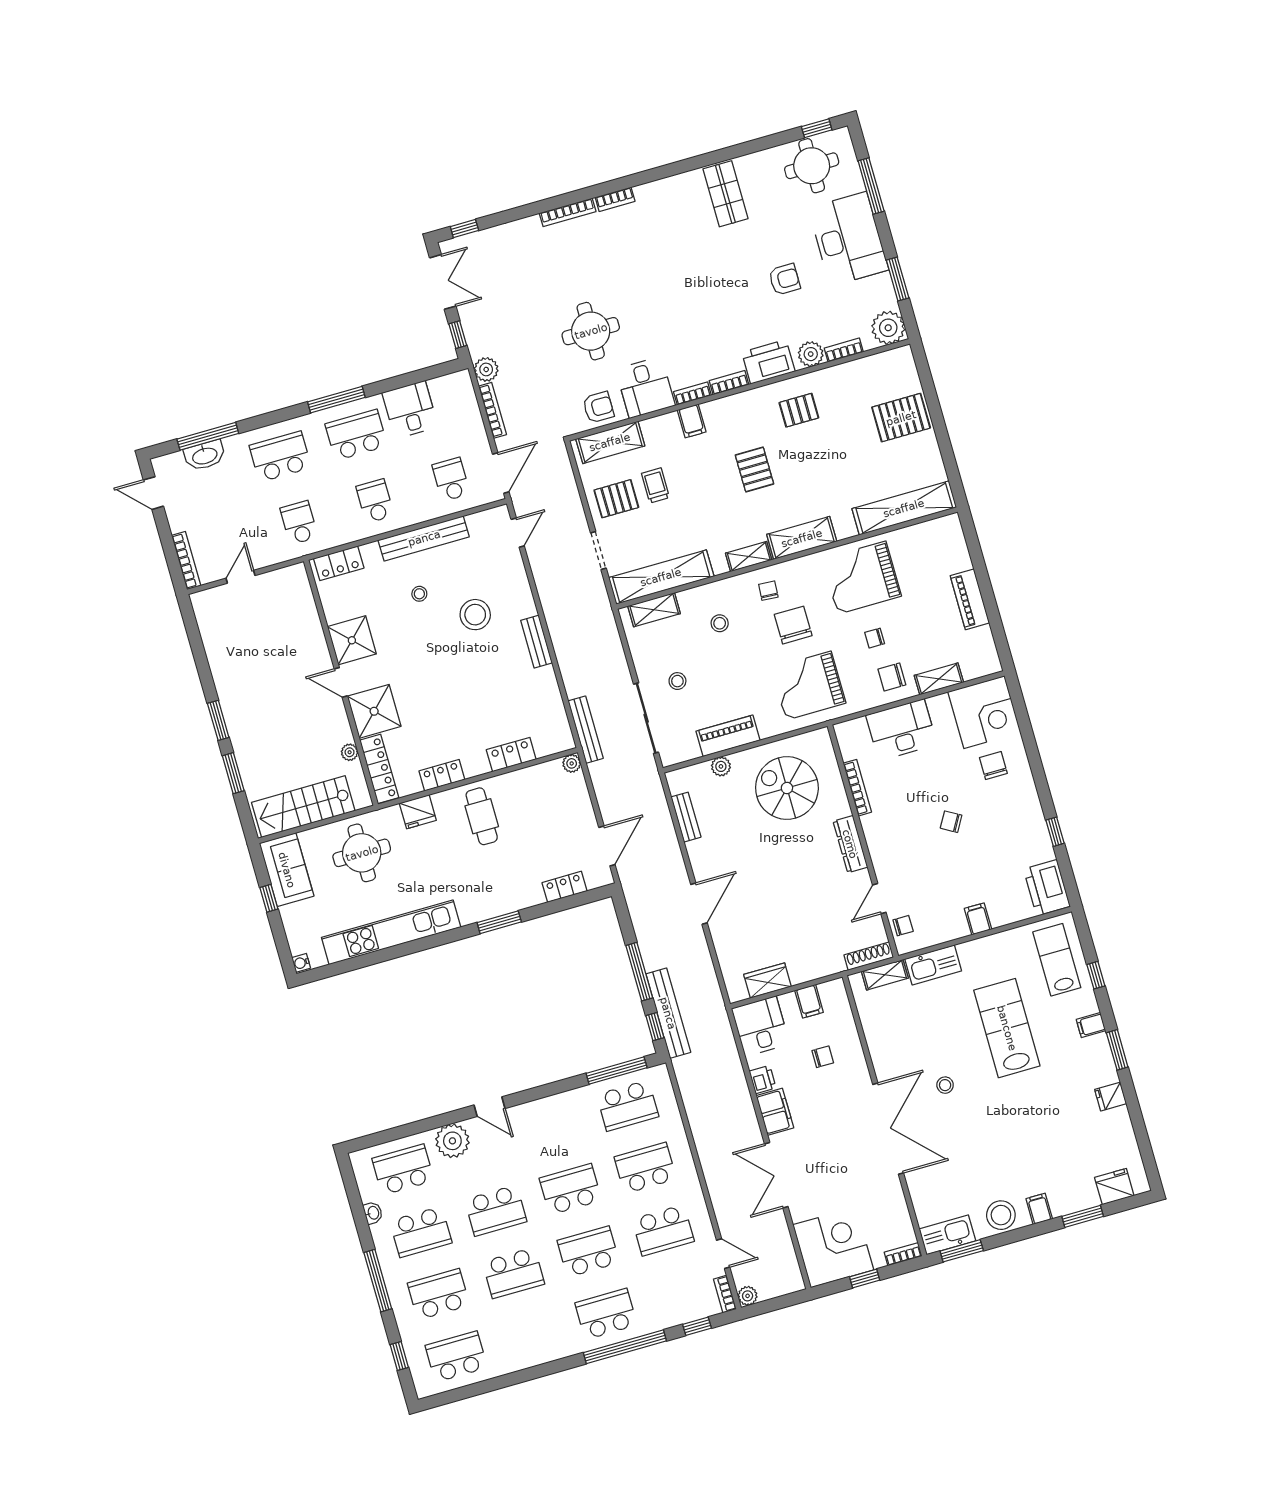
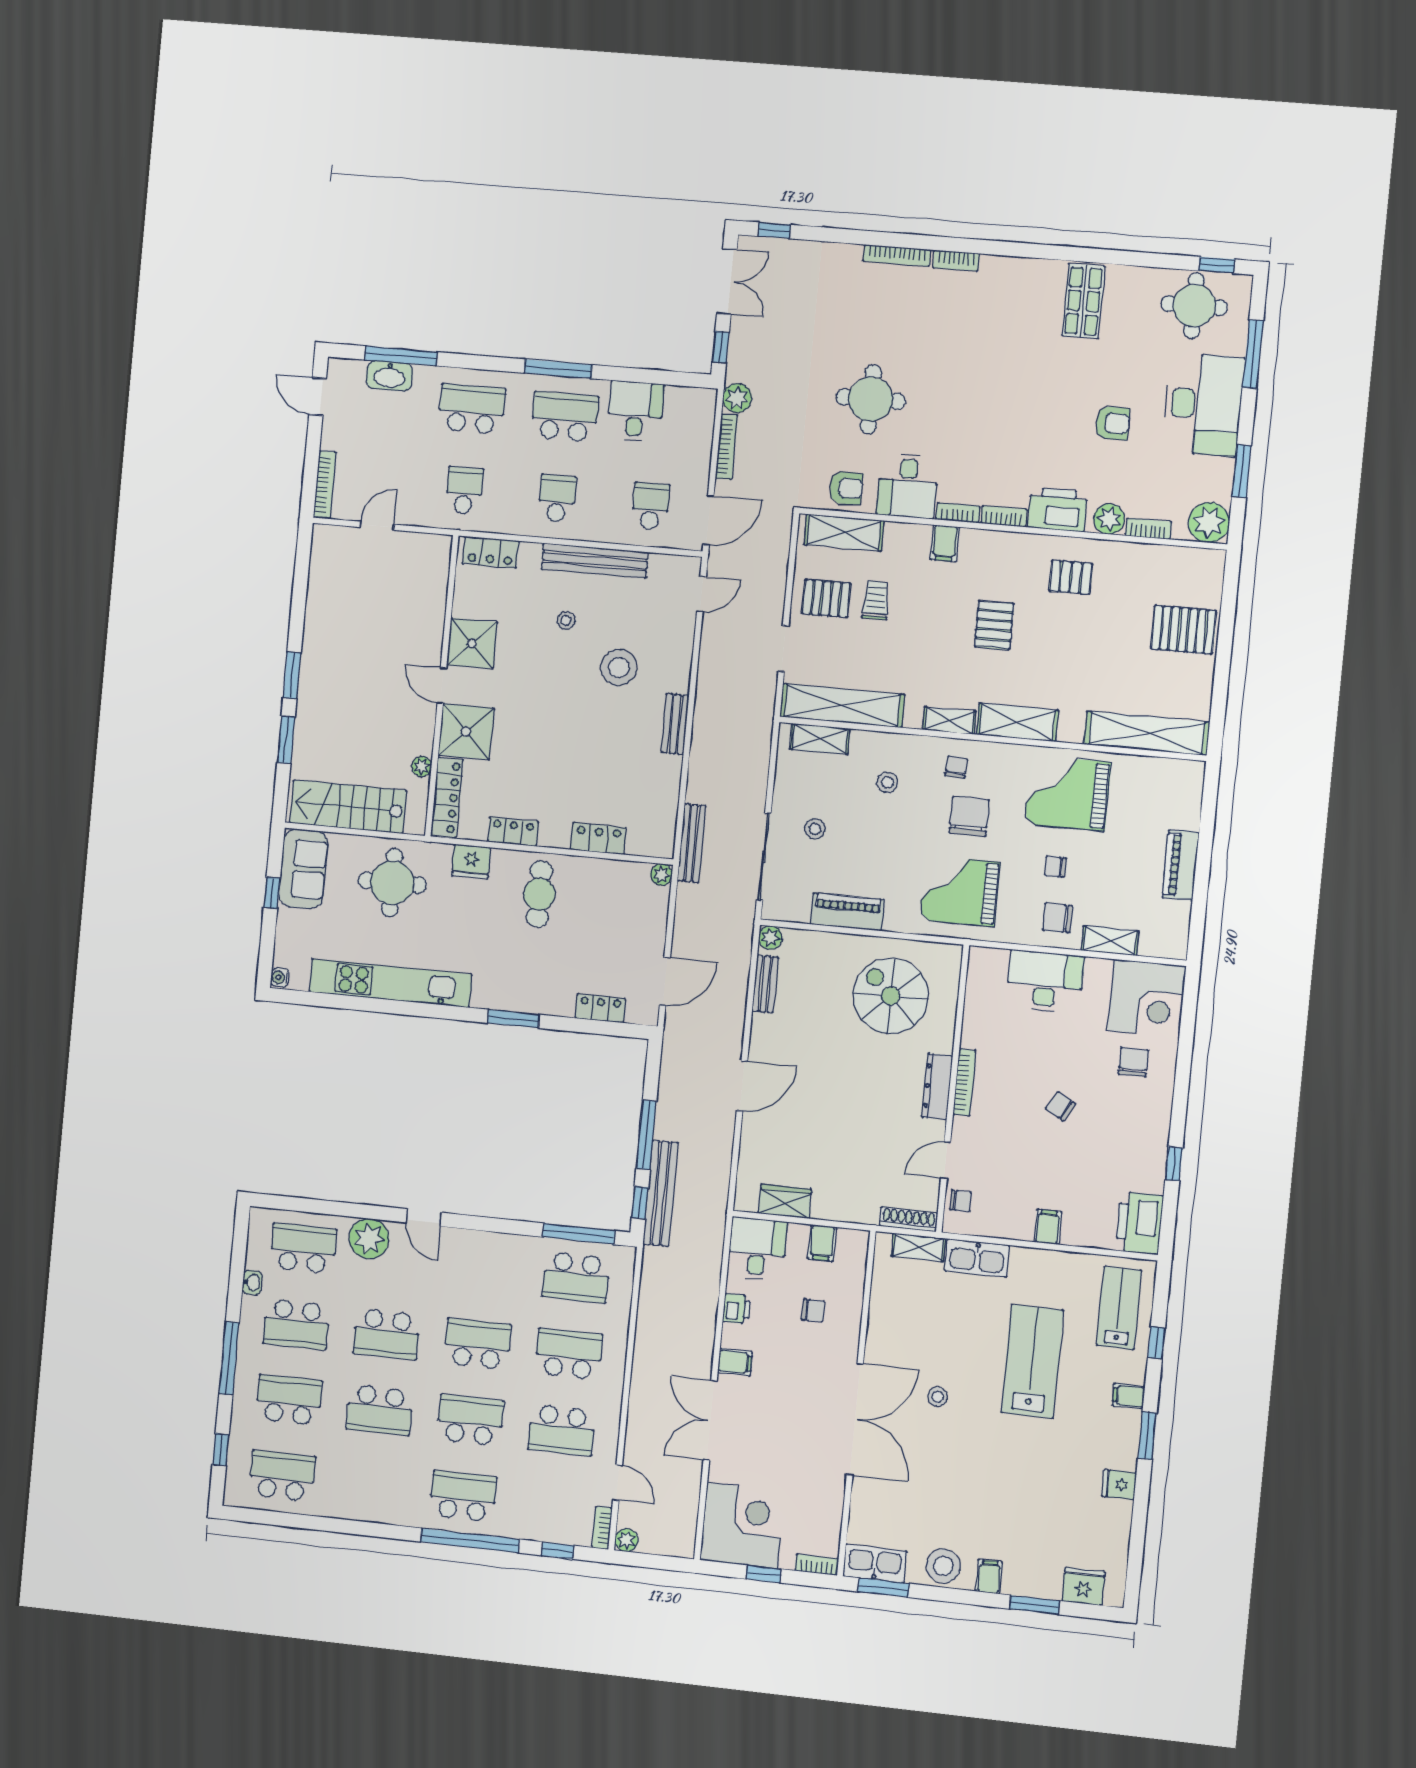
plant: (721, 766) -> (770, 938), moved
bookcase: (857, 788) -> (964, 1082), moved
filing cabinet: (775, 1112) -> (735, 1362), width x0.50

